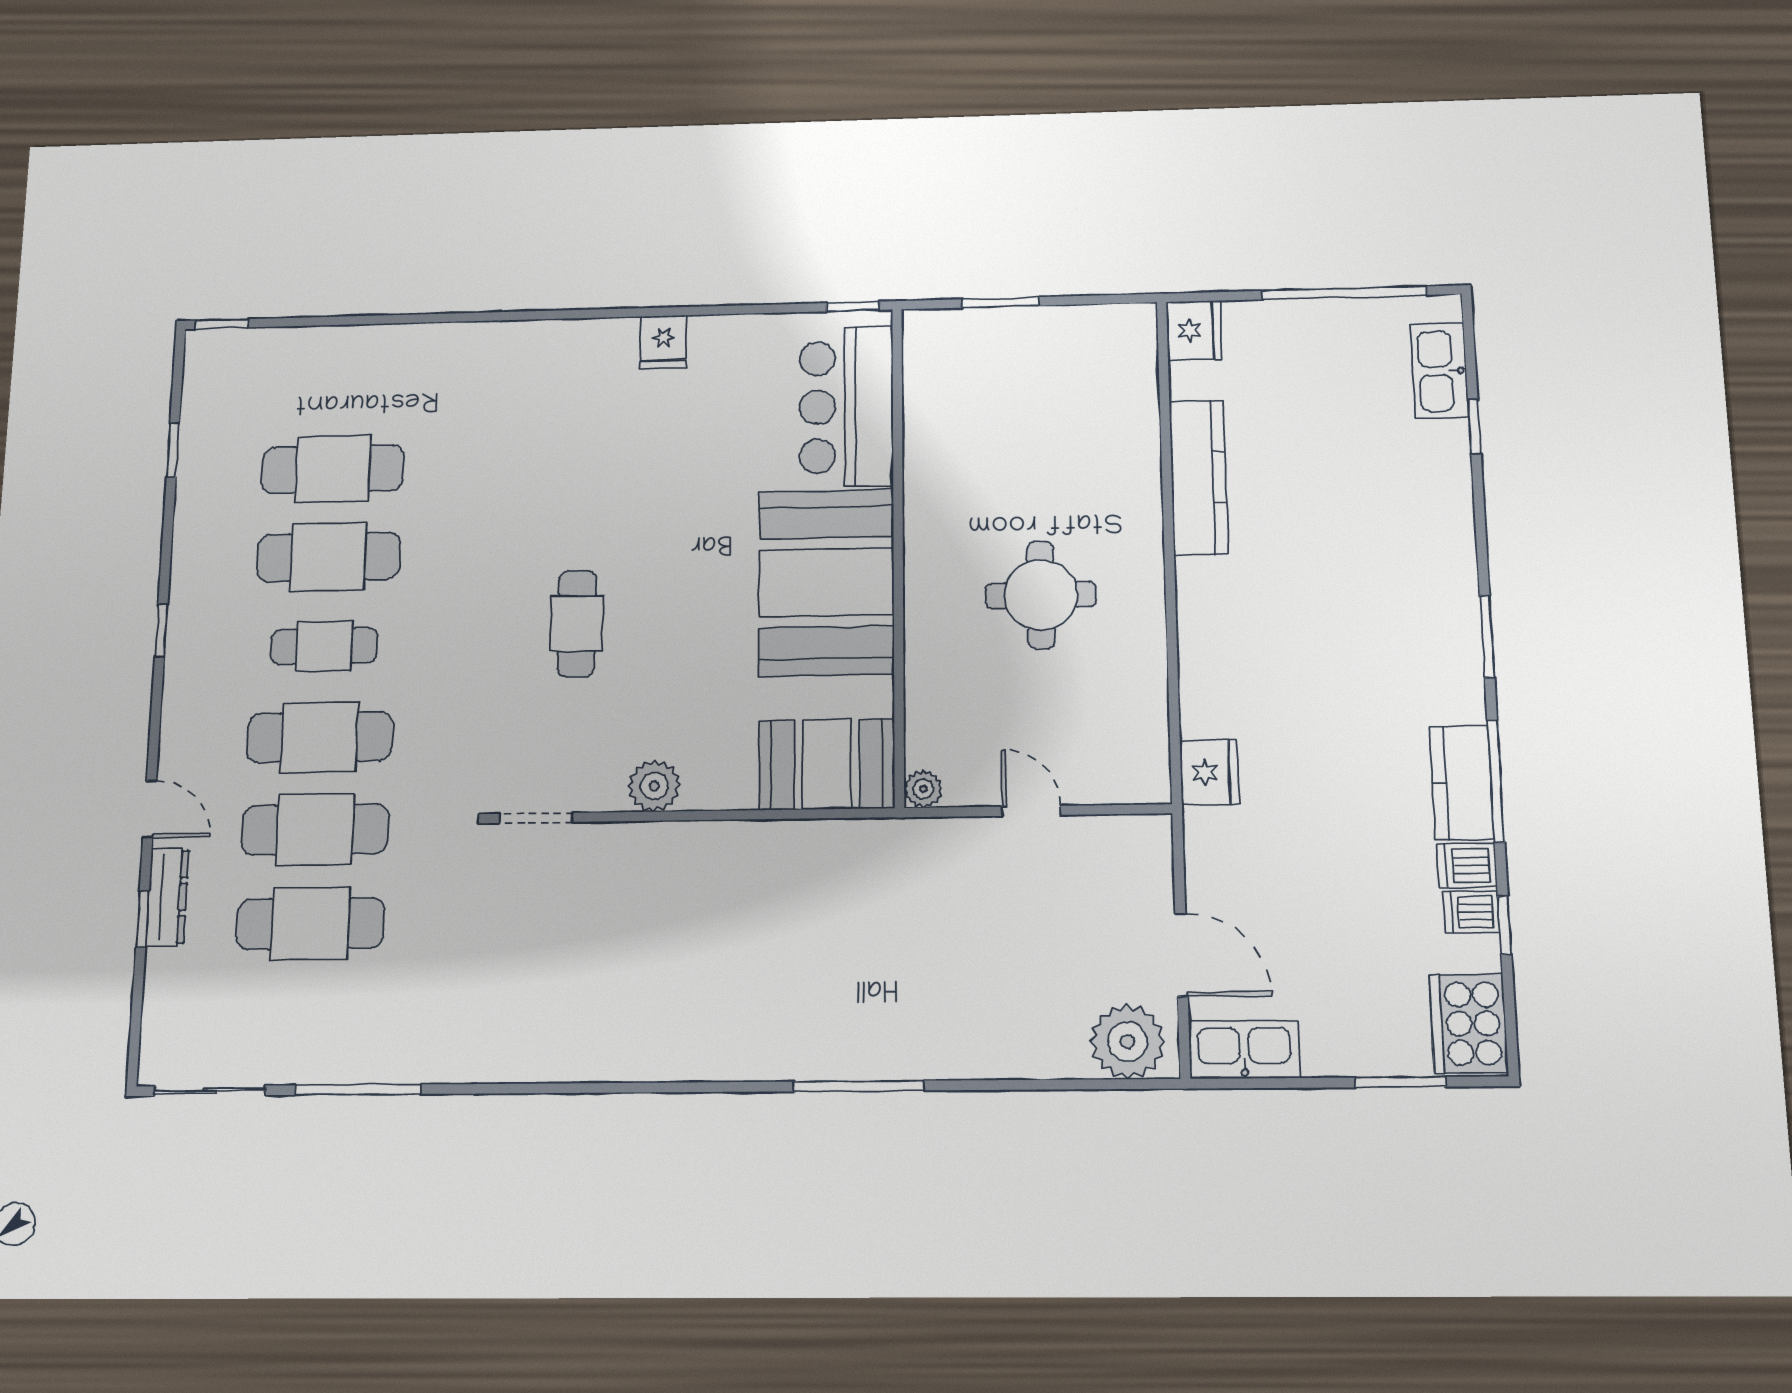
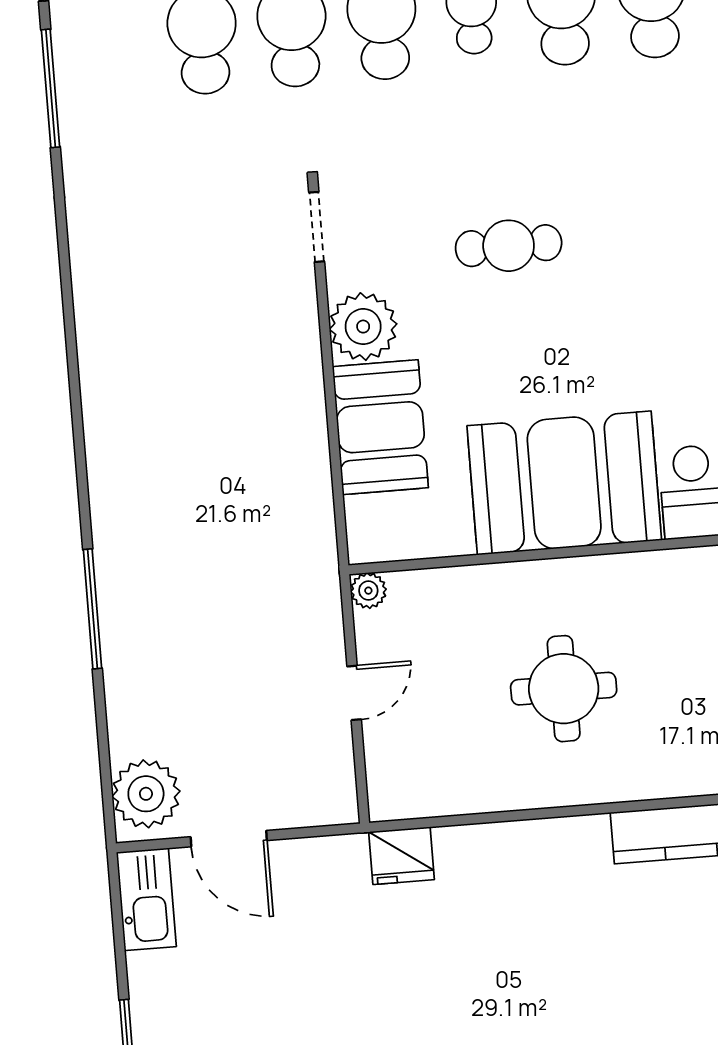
booth: (827, 764) -> (380, 427), moved
plant: (654, 786) -> (363, 327), width x1.36, depth x1.36
door: (1182, 955) -> (229, 839), hinge flipped
window: (859, 1086) -> (92, 609), moved

